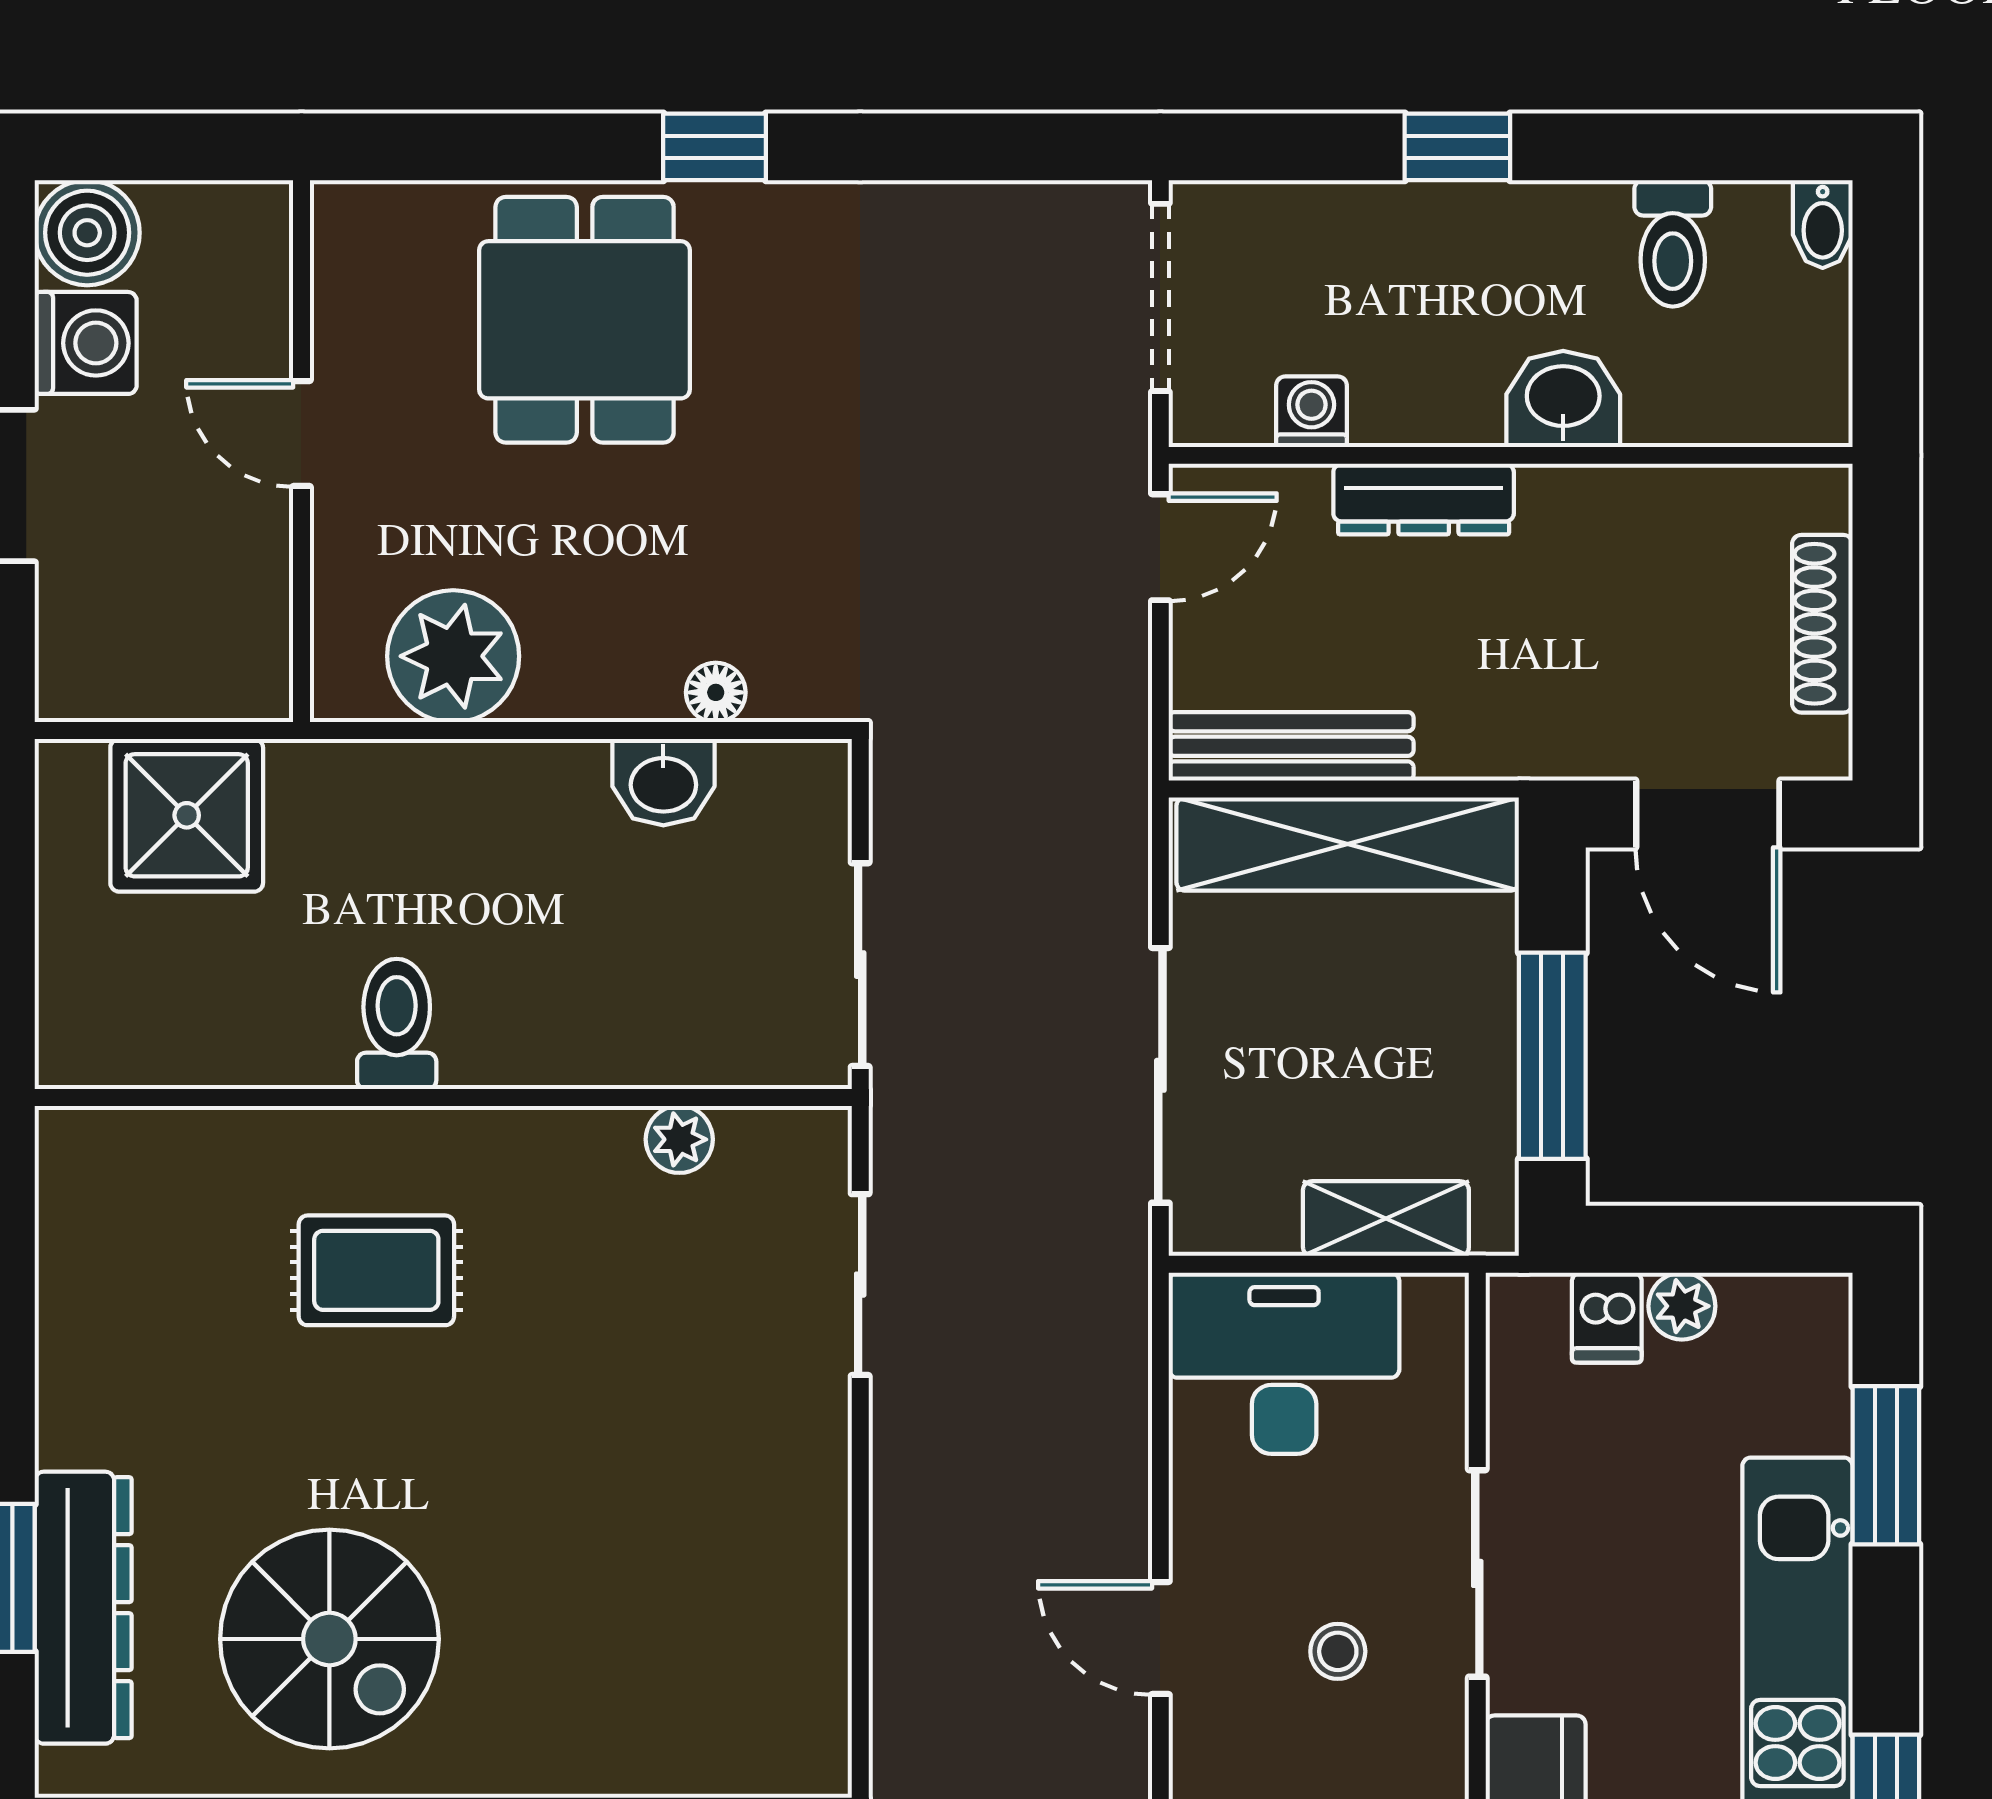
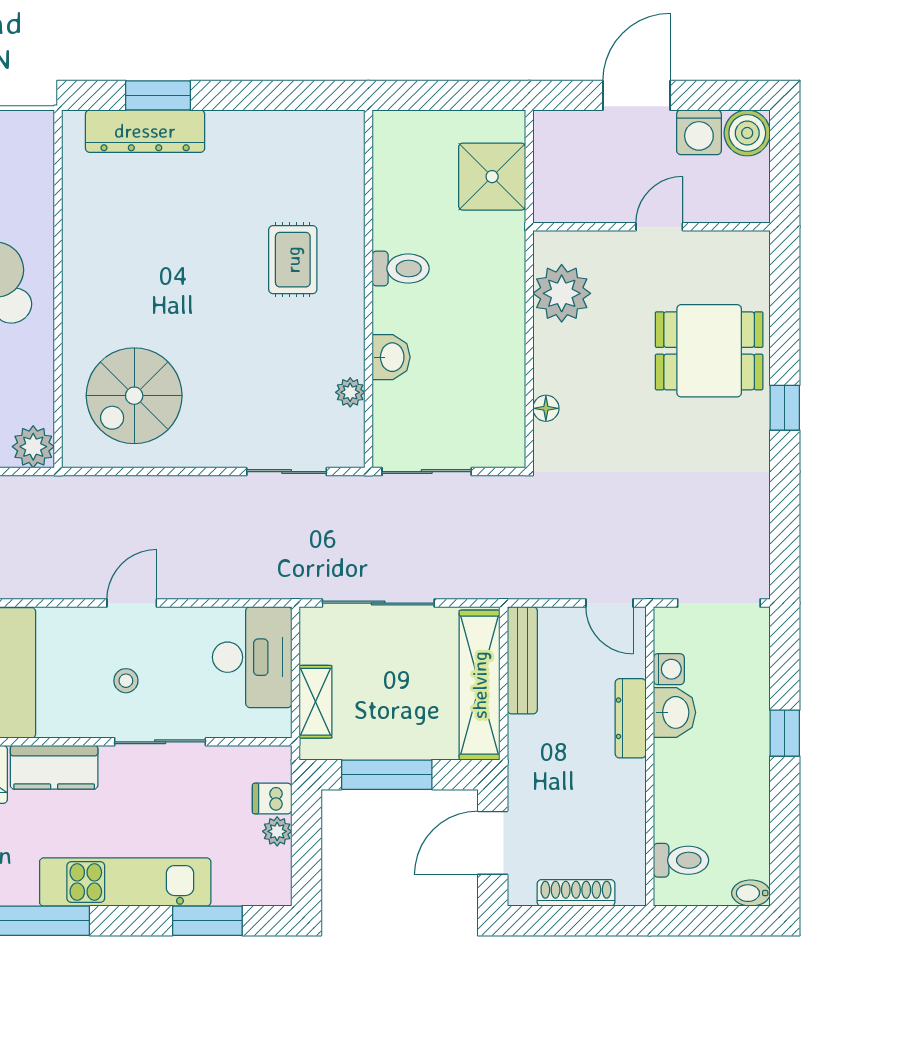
toilet: (1673, 243) -> (681, 860), moved, turned 180
washbasin: (1563, 399) -> (674, 712), moved
washbasin: (663, 782) -> (391, 357), moved, turned 180
spiral stairs: (329, 1639) -> (134, 396), moved

